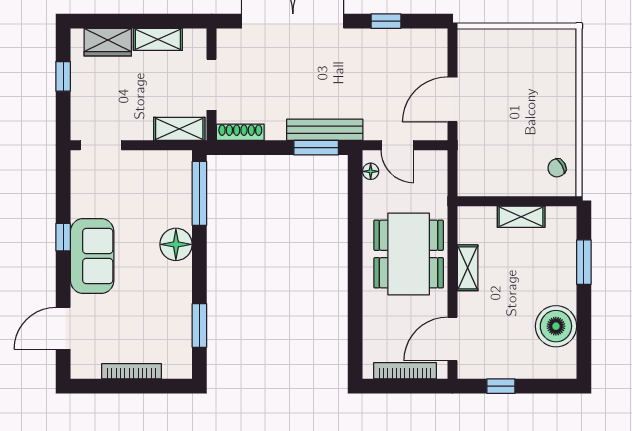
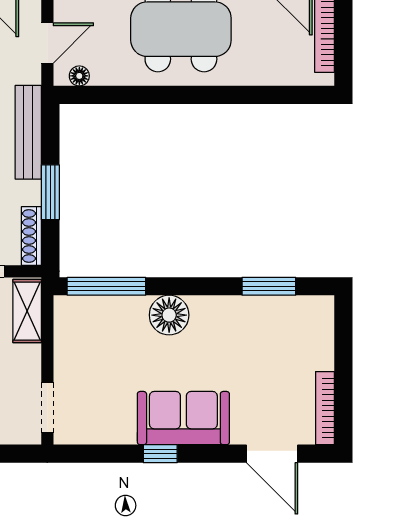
window: (316, 148) -> (50, 192), moved
bookcase: (132, 371) -> (325, 408), moved

